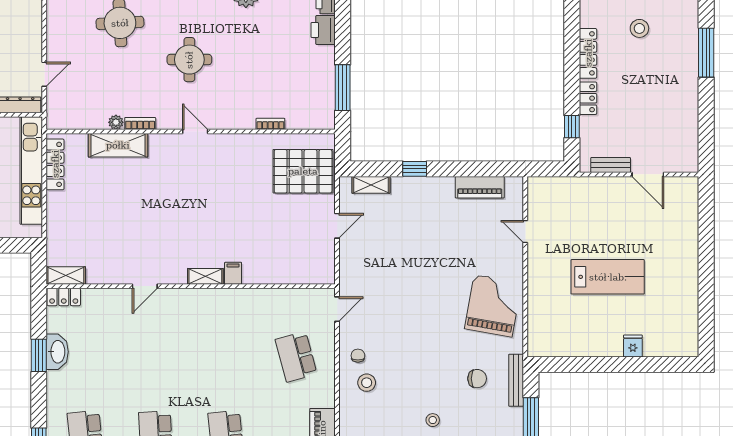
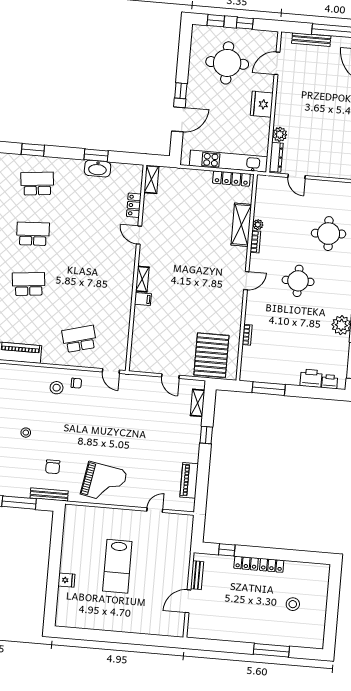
locker: (588, 53) -> (272, 565), width x0.66
locker: (64, 297) -> (134, 205), moved

